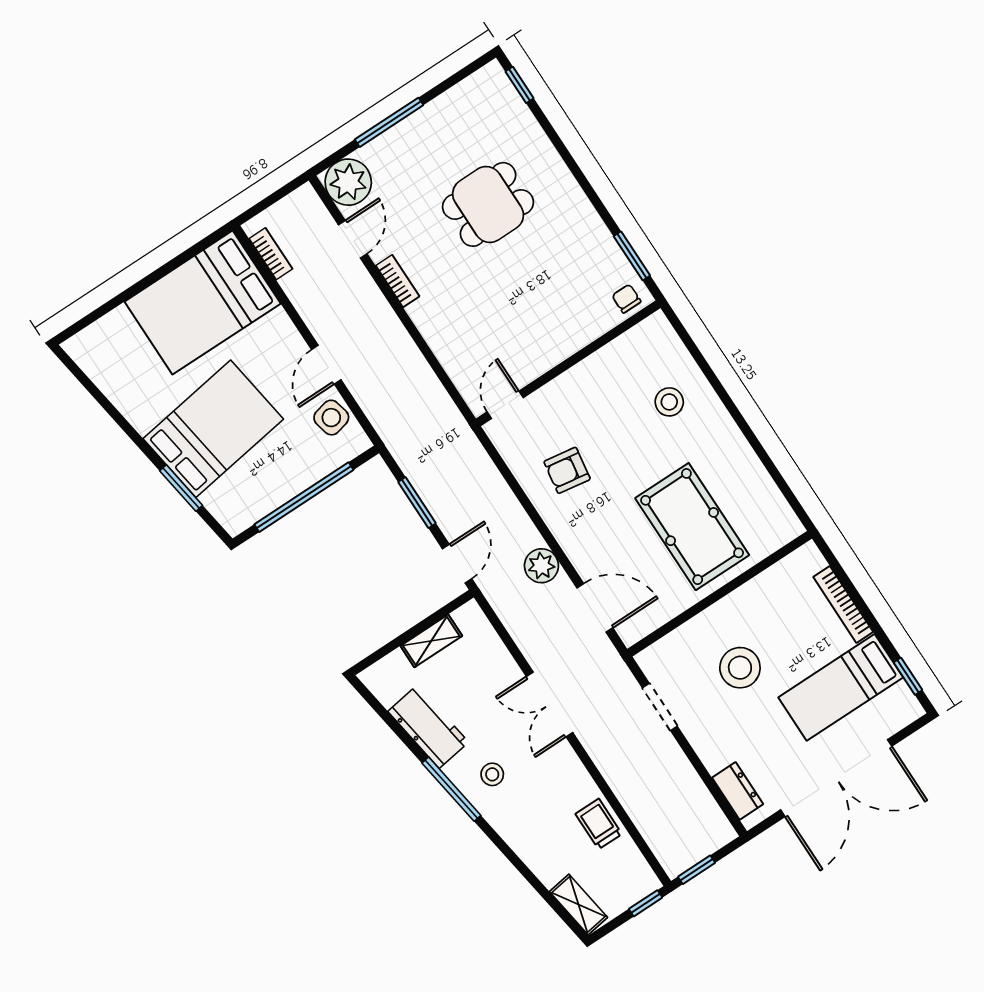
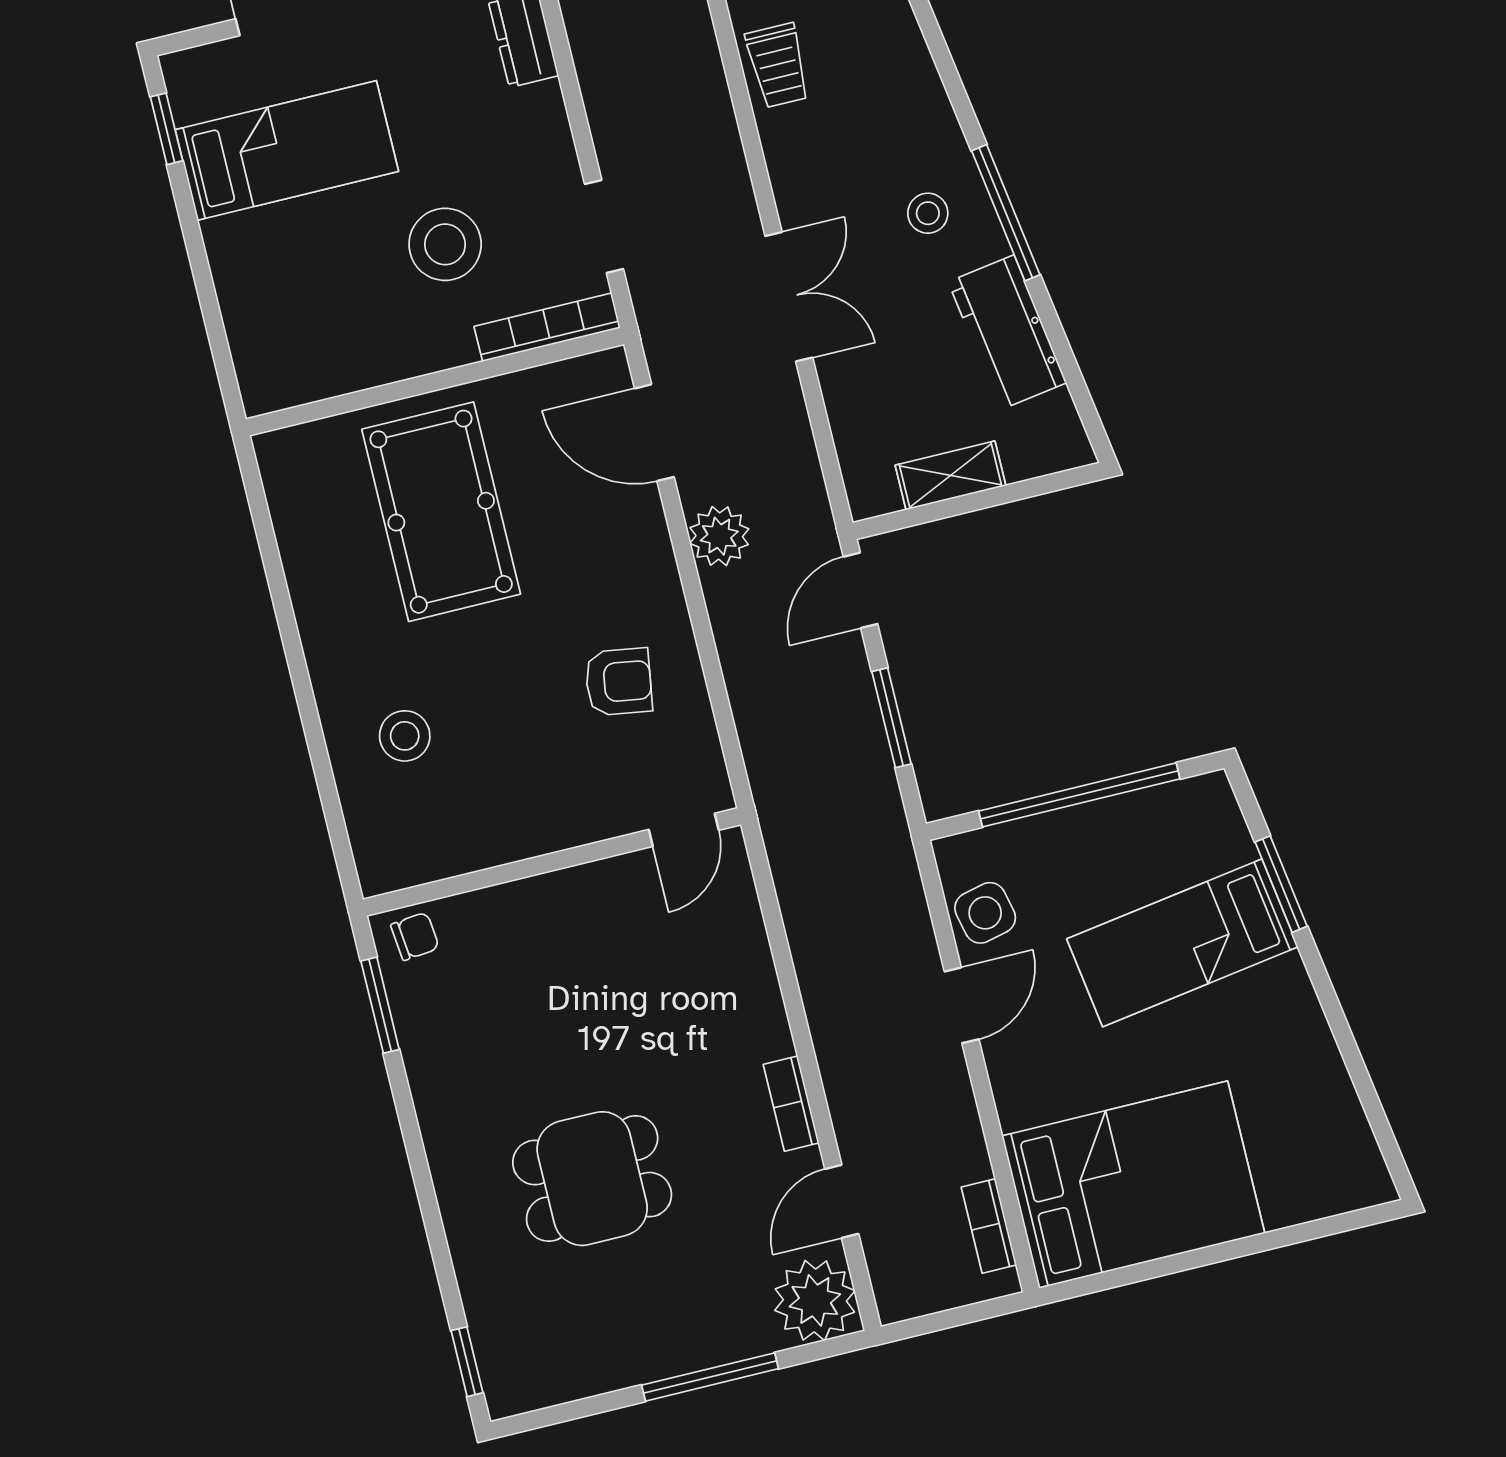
chair: (626, 299) -> (415, 936), turned -96
bed: (213, 429) -> (1182, 943), width x0.67
bookcase: (843, 604) -> (547, 327), moved, turned -90

